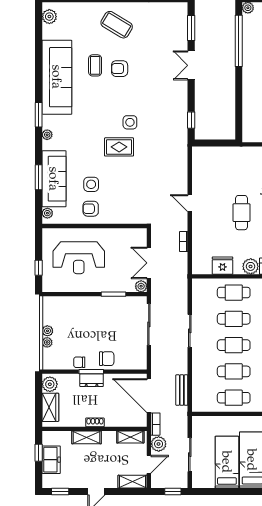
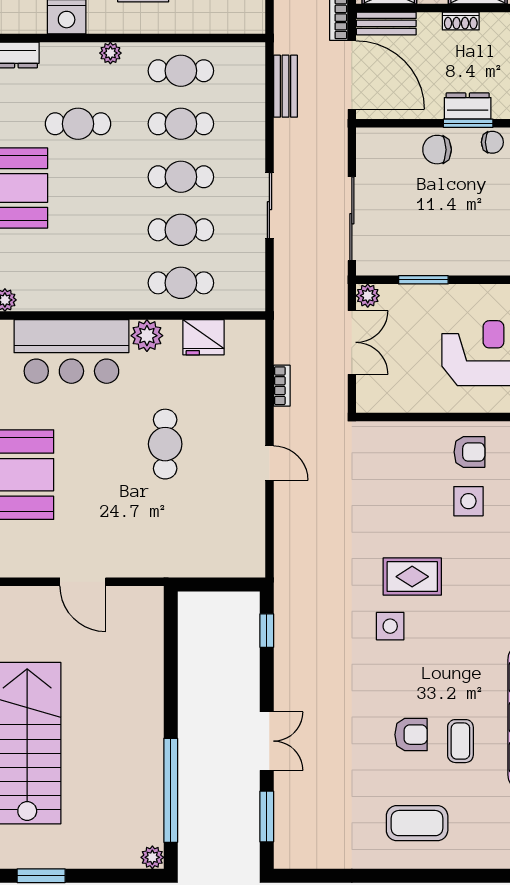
coffee table: (117, 25) -> (417, 823), turned -31
bench: (132, 421) -> (386, 23), added

